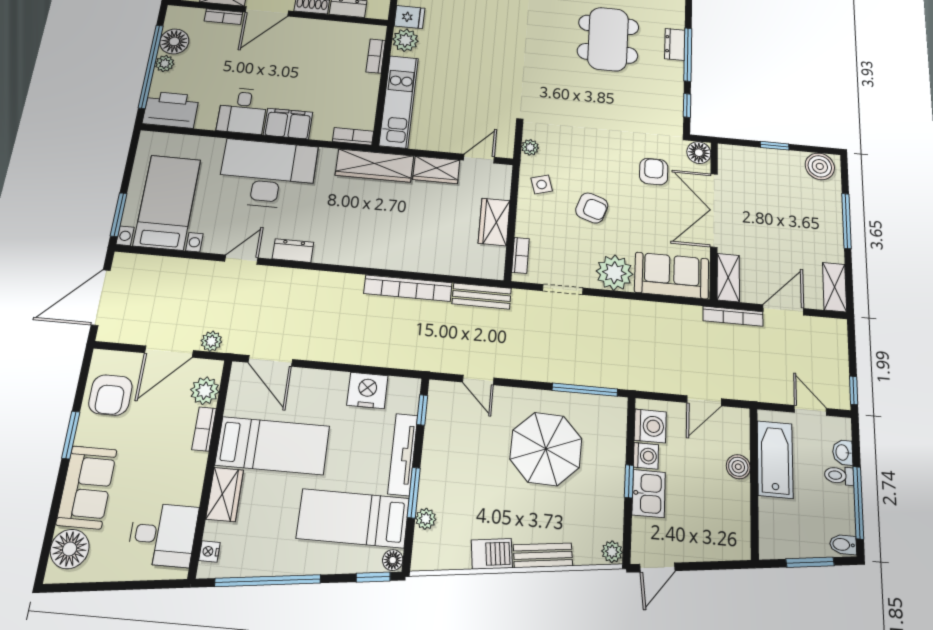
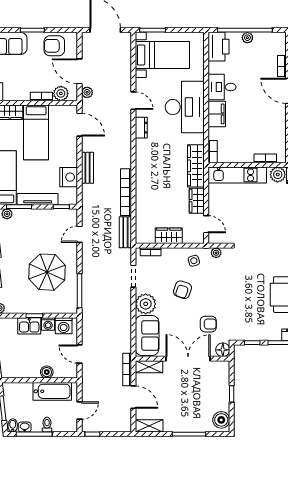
floor lamp: (174, 41) -> (262, 41), removed
bench: (354, 354) -> (87, 168), added
door: (270, 361) -> (80, 125), swing flipped
washbasin: (843, 452) -> (25, 427), moved

